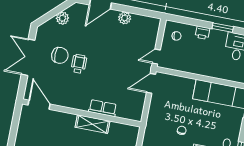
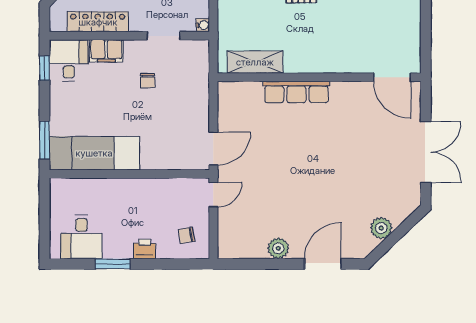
chair: (60, 55) -> (374, 166), removed
wheelchair: (79, 64) -> (339, 158), removed
row of seats: (103, 108) -> (296, 92), width x1.48
shelving: (92, 124) -> (255, 62), moved

